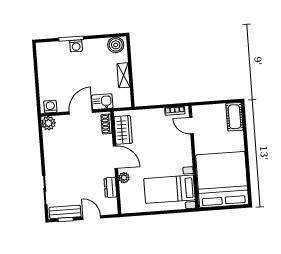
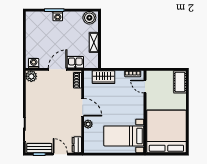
wardrobe: (123, 130) -> (104, 77), moved, turned 90
dresser: (110, 187) -> (77, 145), moved

